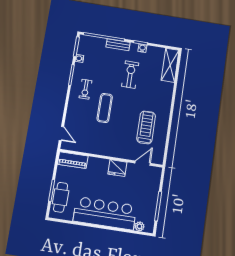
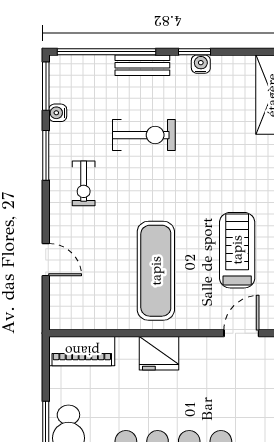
exercise bike: (130, 75) -> (144, 135), moved, turned 90
exercise mat: (105, 108) -> (156, 271), moved, width x1.36, depth x1.45
door: (61, 134) -> (46, 260), moved
fridge: (117, 168) -> (159, 353), moved

